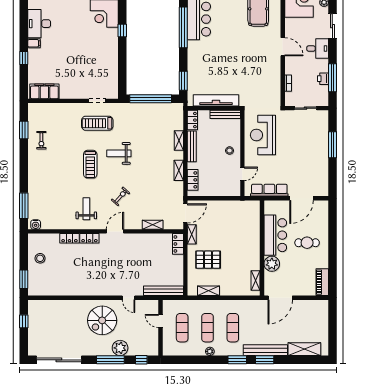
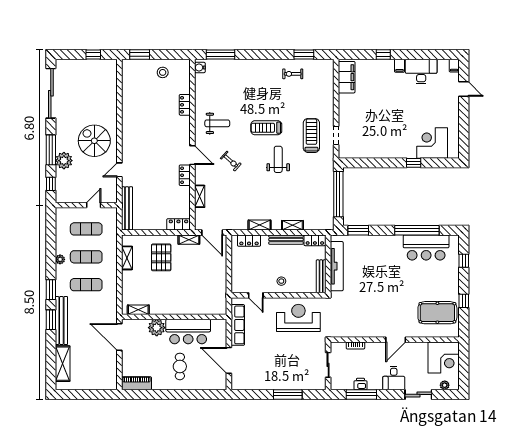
locker: (89, 238) -> (185, 175), moved

